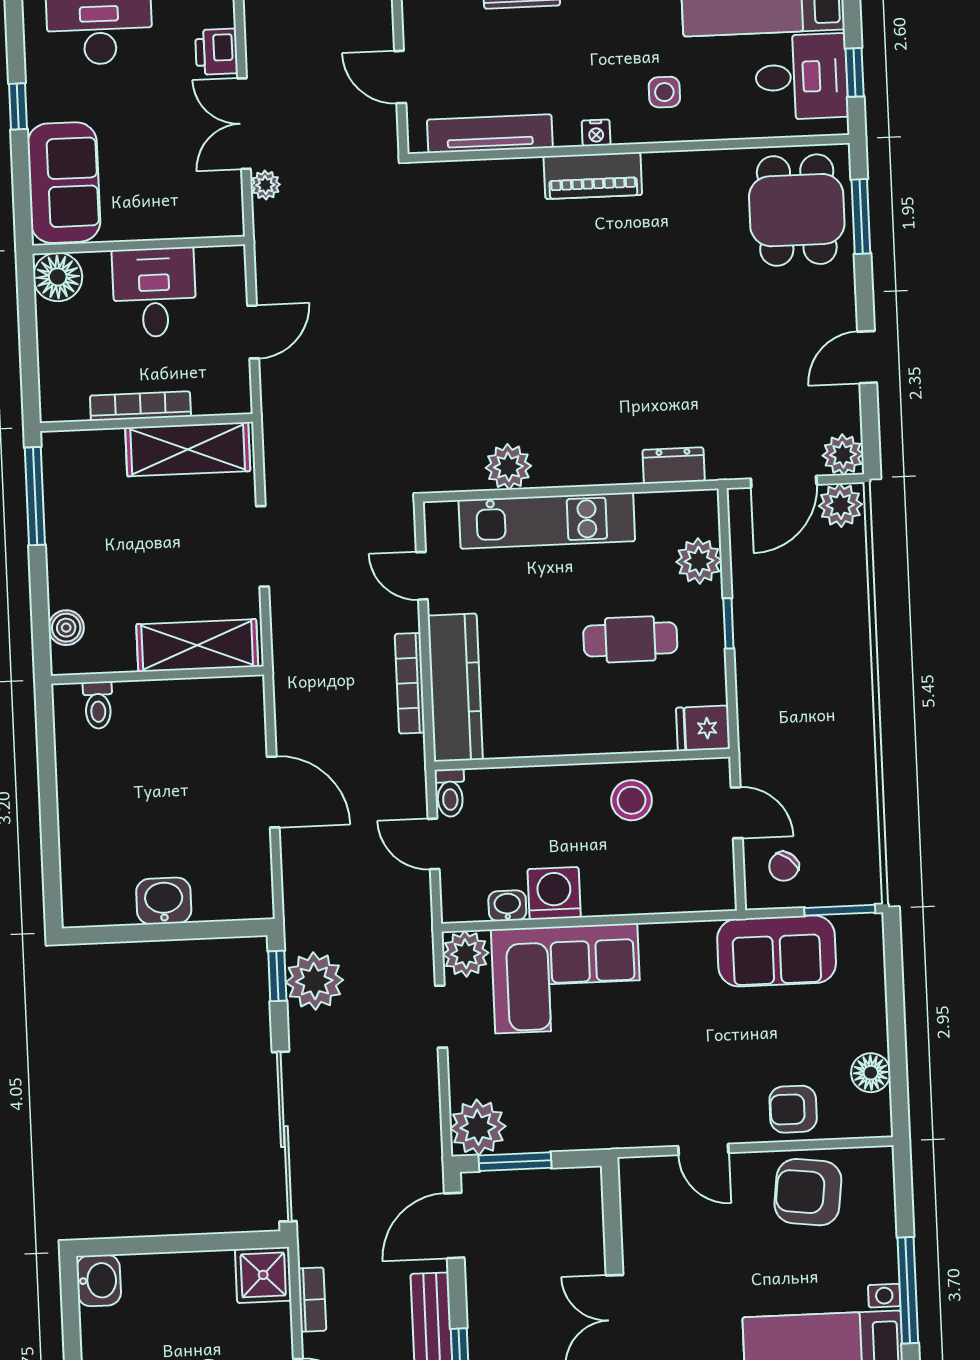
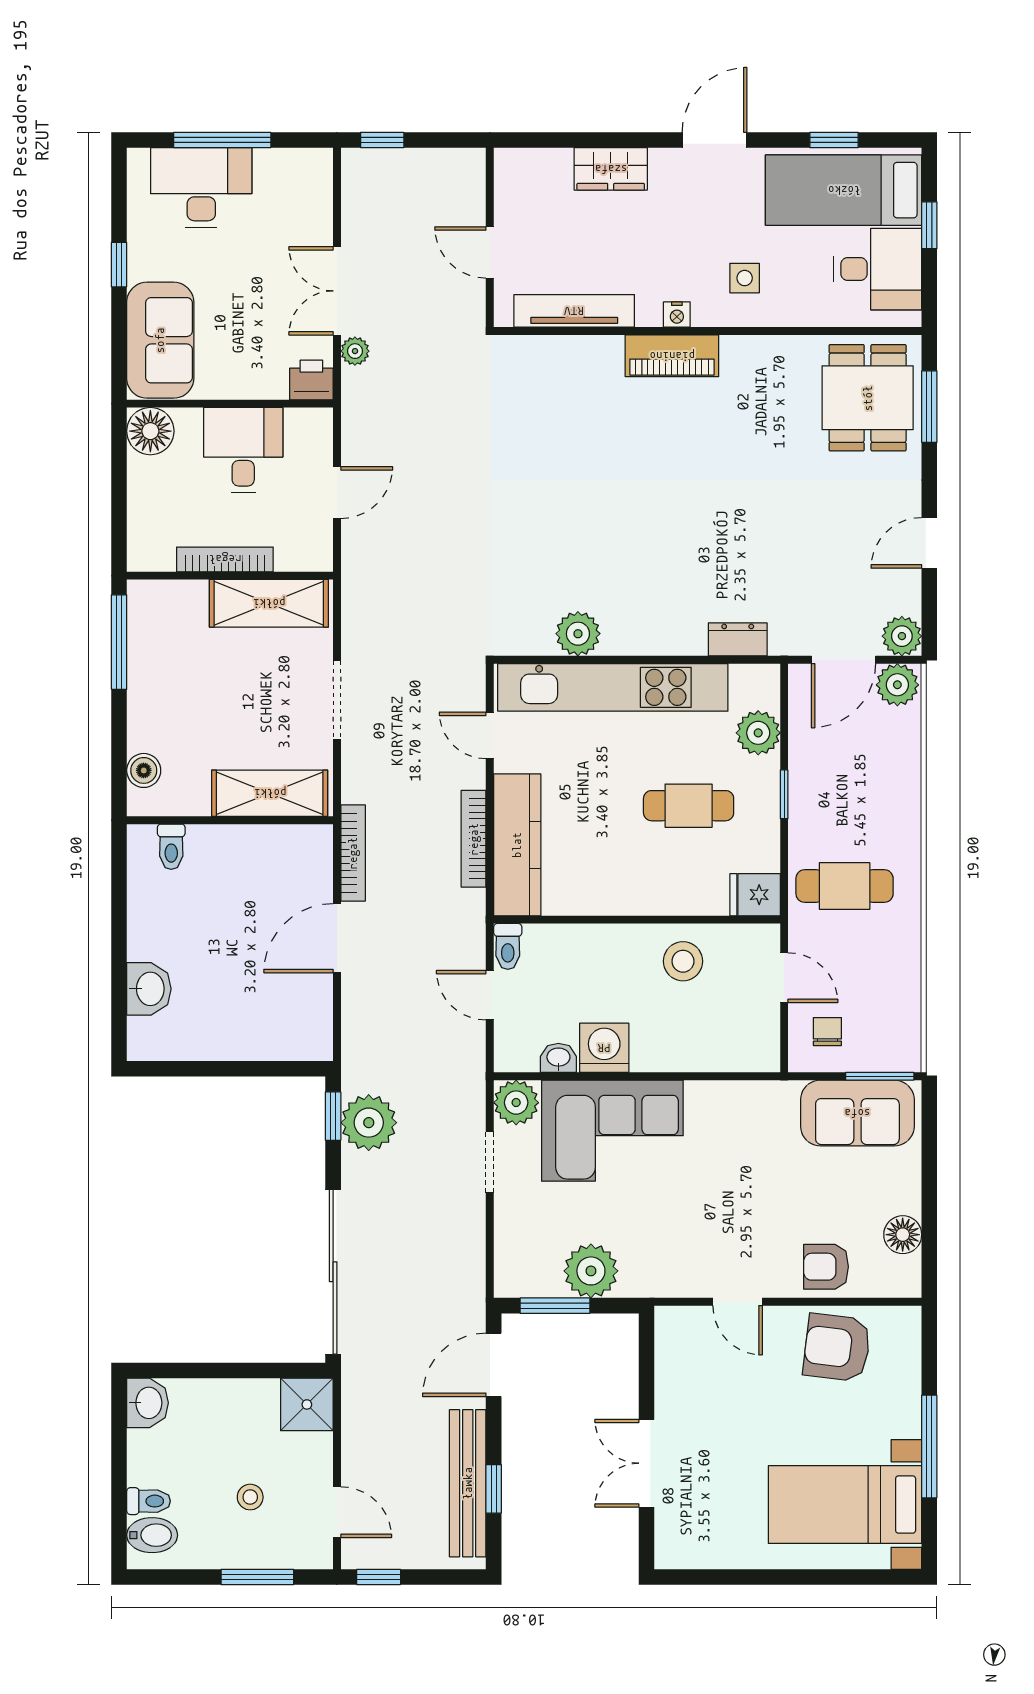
printer: (216, 52) -> (311, 380), moved, turned 90
window: (855, 72) -> (929, 225), moved
kitchen unit: (547, 521) -> (613, 687), width x1.36
cafe table: (795, 715) -> (845, 886), added
door: (273, 792) -> (337, 938), swing flipped
chair: (784, 866) -> (827, 1032), turned 141
washbasin: (164, 901) -> (149, 989), moved, turned 90
sofa: (777, 951) -> (857, 1113), moved
plant: (478, 1127) -> (591, 1271), moved
bookcase: (312, 1300) -> (353, 853), moved, width x1.56

